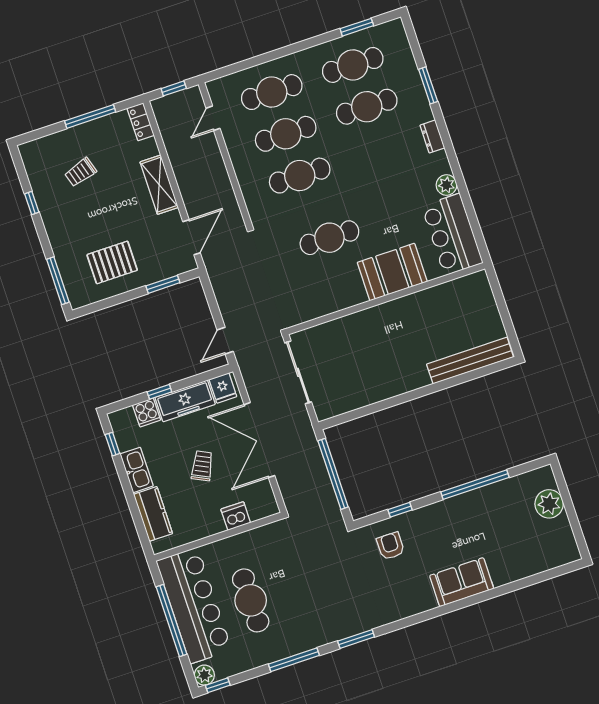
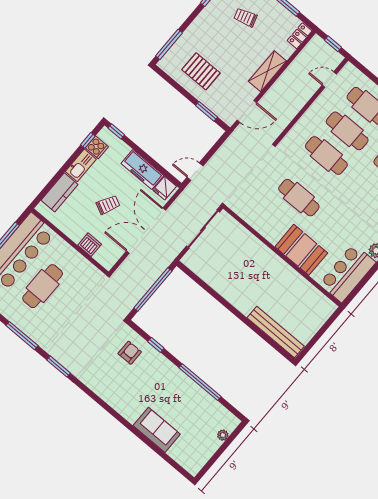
window: (159, 392) -> (116, 132), moved
cooker: (147, 412) -> (97, 147), moved, turned -90
plant: (549, 504) -> (223, 435), width x0.53, depth x0.53
sofa: (462, 582) -> (157, 430), moved

